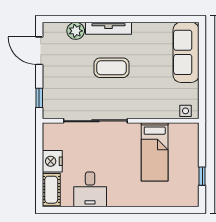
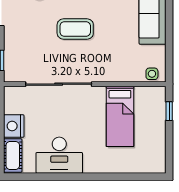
window: (202, 176) -> (169, 111), moved
desk: (90, 189) -> (59, 155), width x1.37

